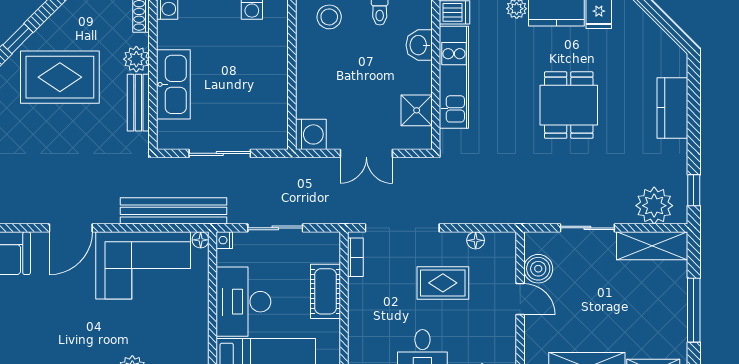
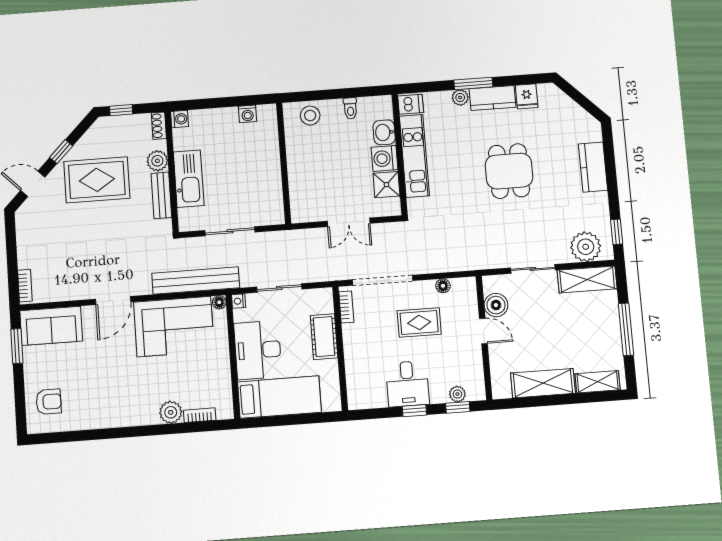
washing machine: (311, 134) -> (384, 158), moved, turned 180

